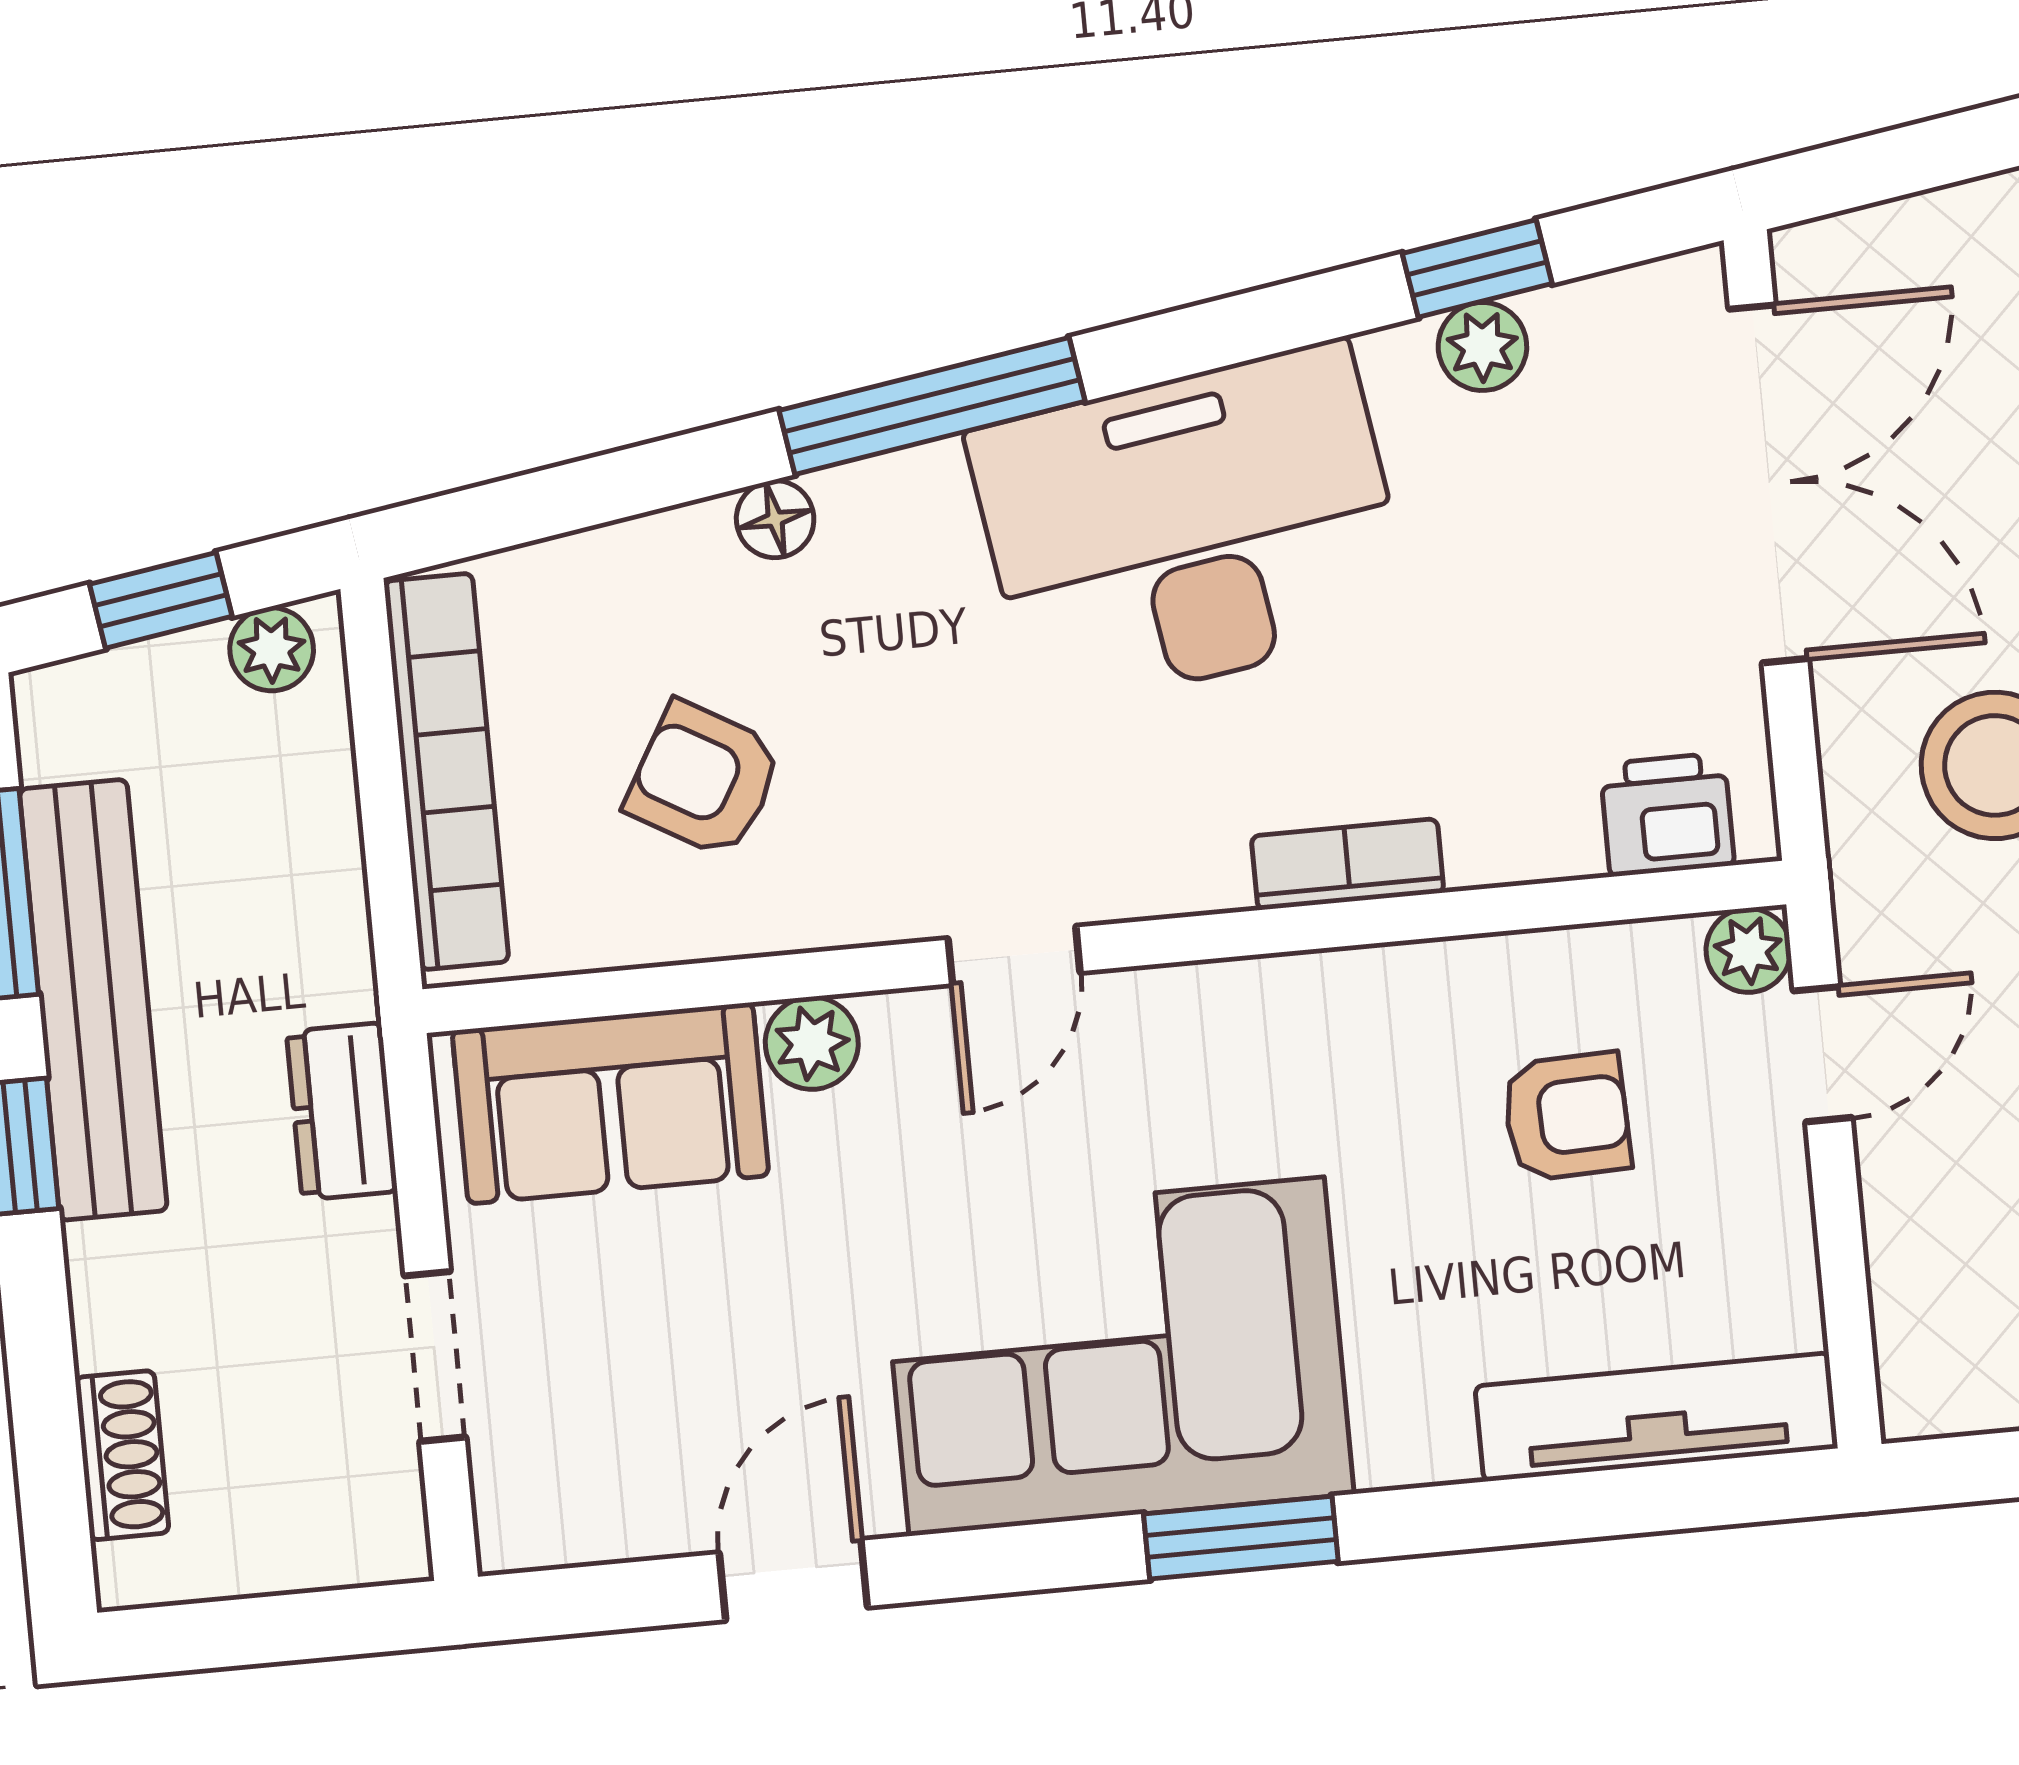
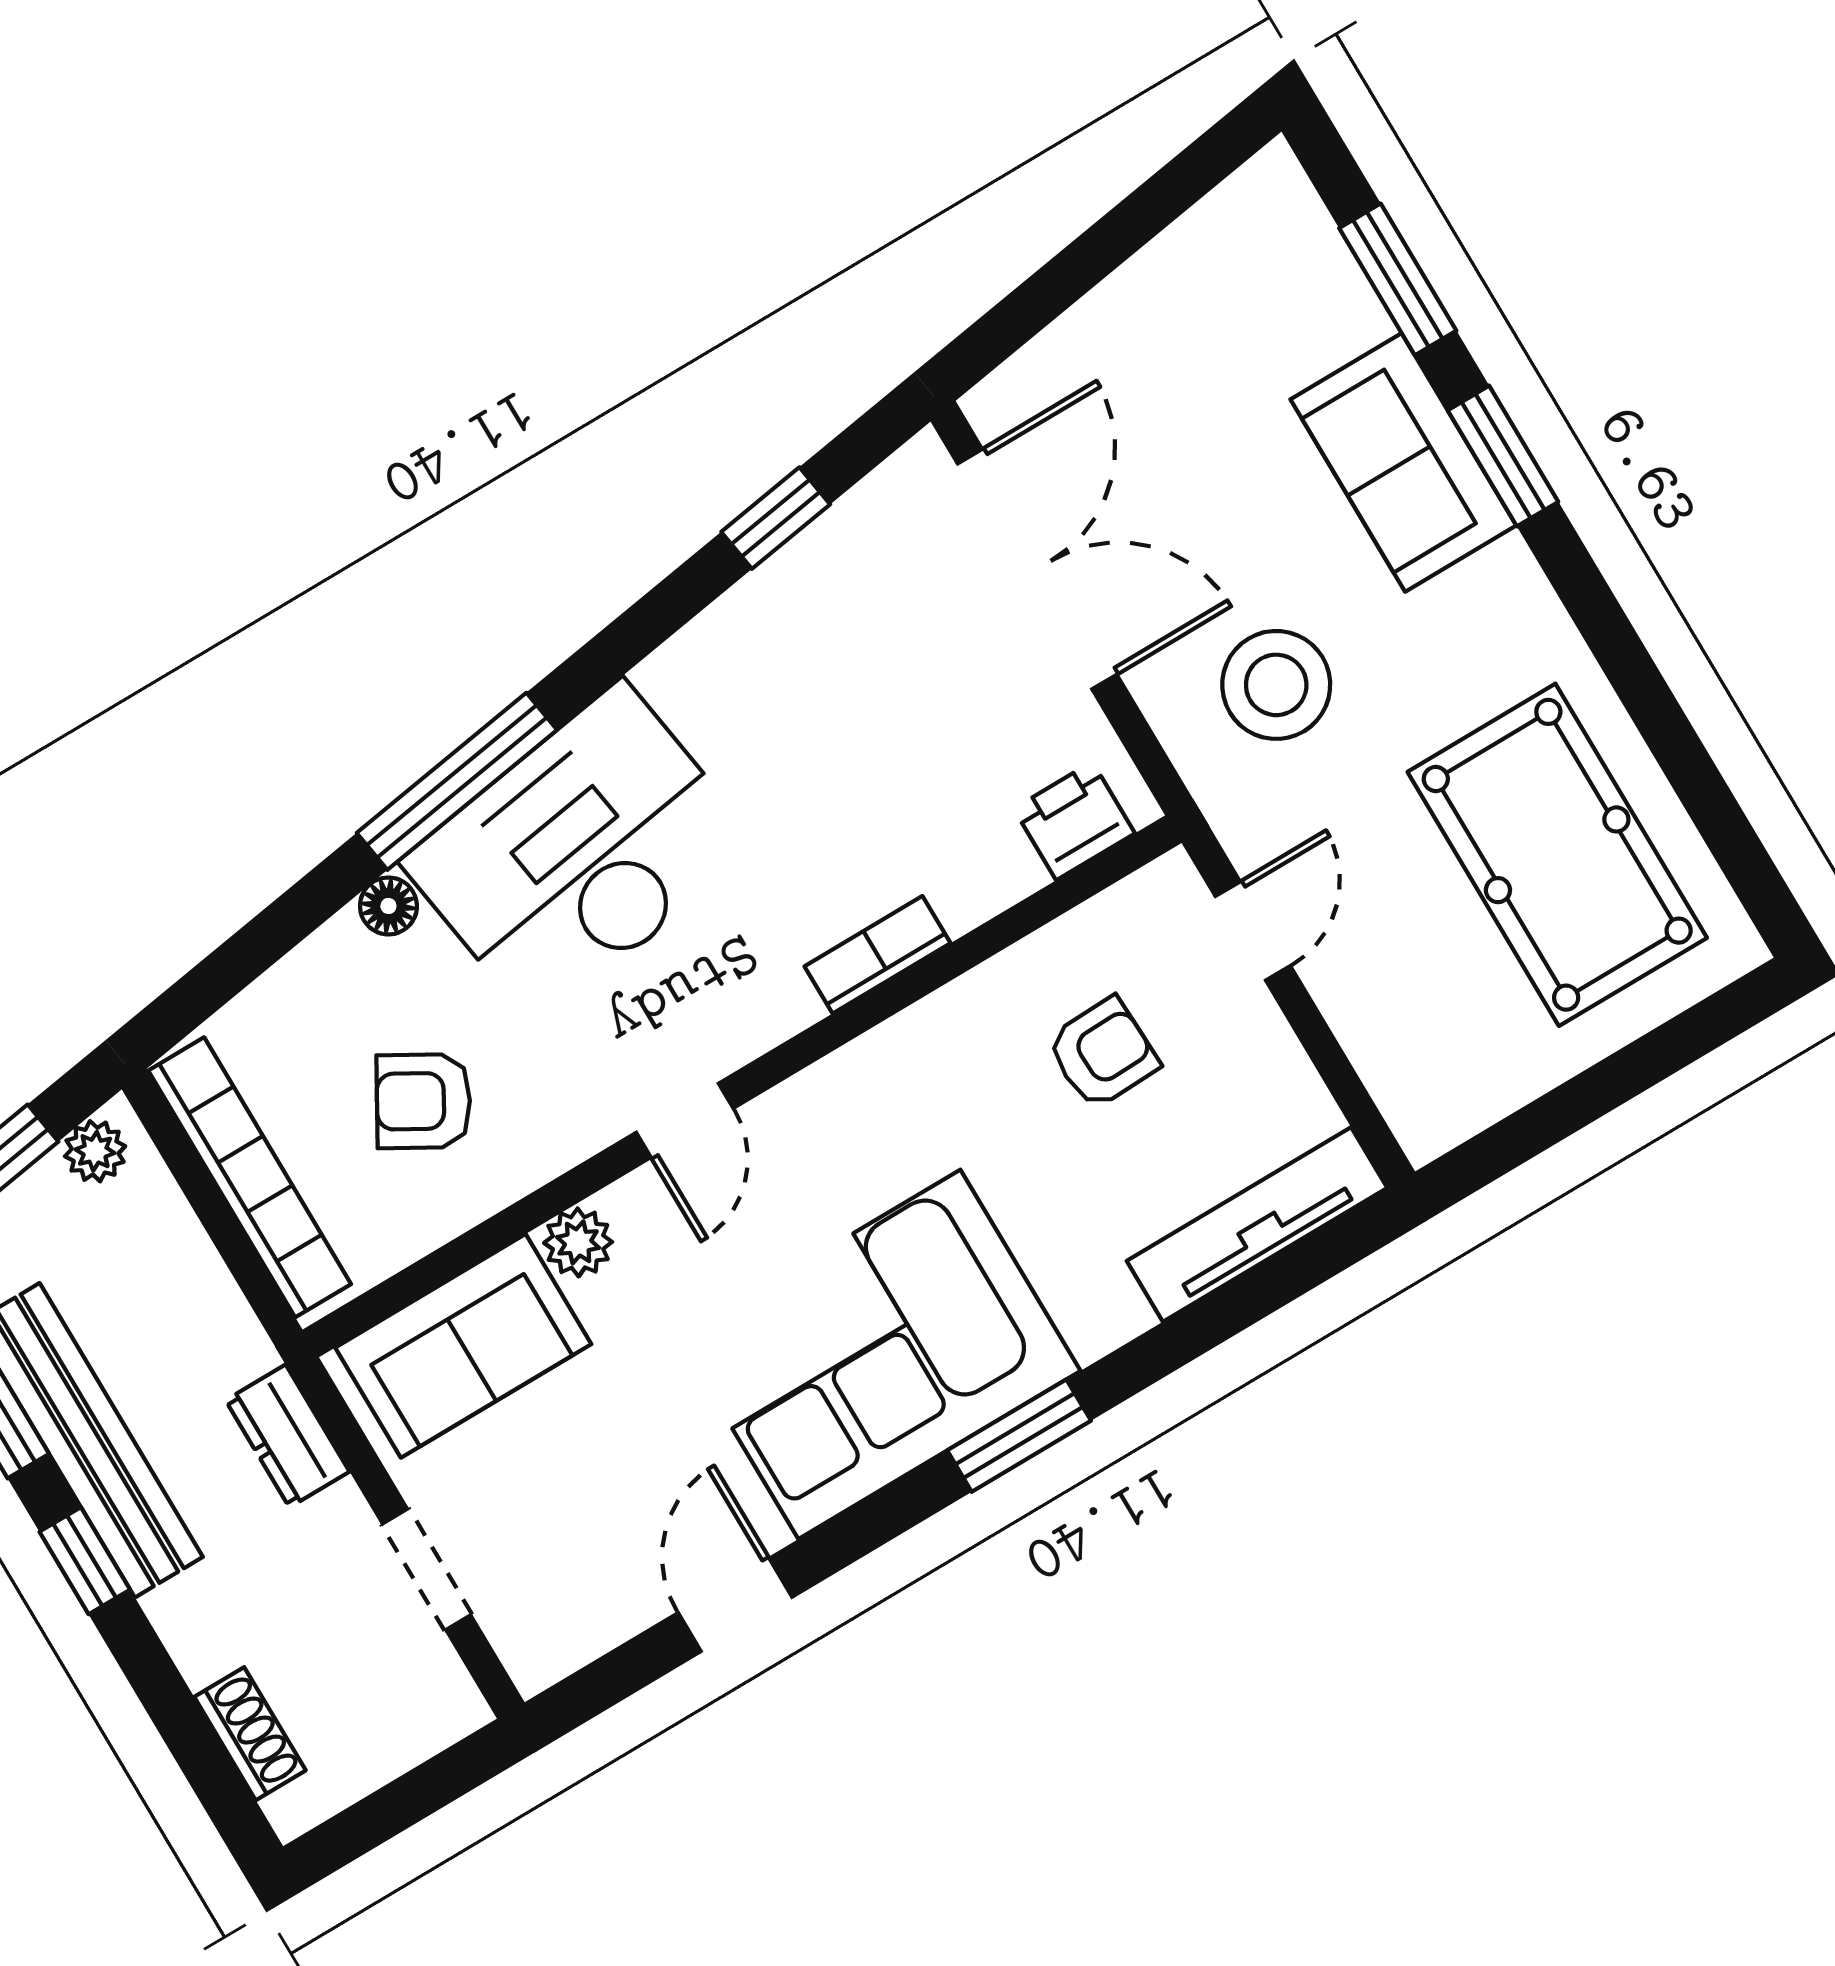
plant: (1482, 346) -> (804, 568), removed
desk: (1191, 528) -> (580, 853), moved
plant: (1748, 950) -> (1171, 885), removed

